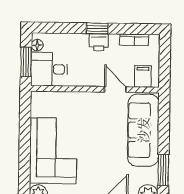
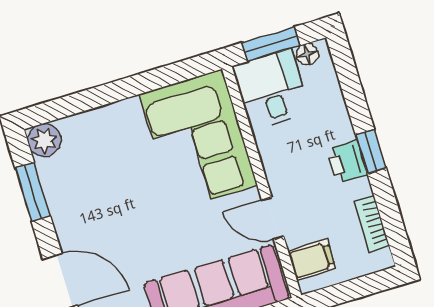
door: (115, 90) -> (273, 218), swing flipped
corner sofa: (53, 151) -> (198, 140), moved, turned 90

